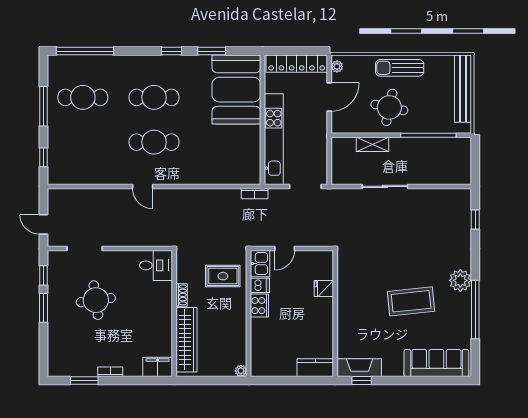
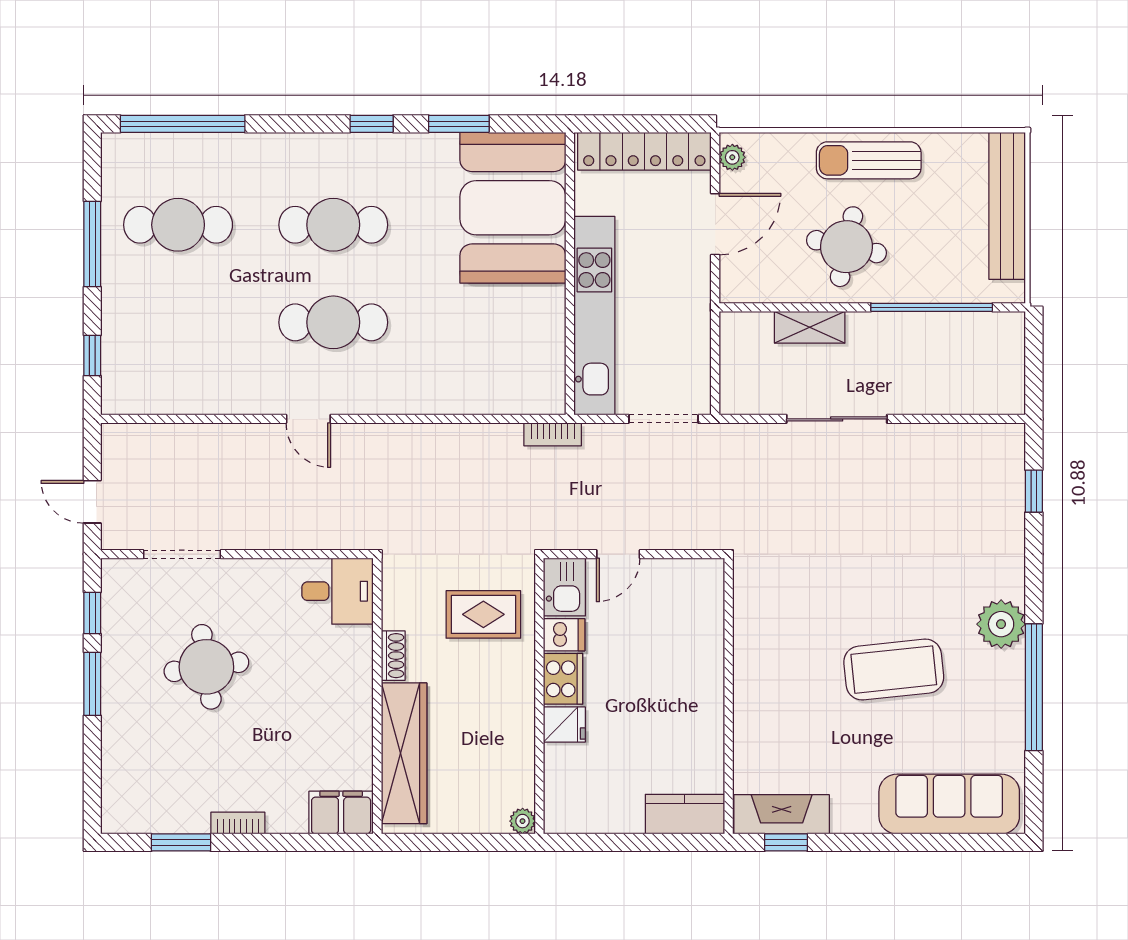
fridge: (324, 289) -> (564, 724), moved, turned 180

